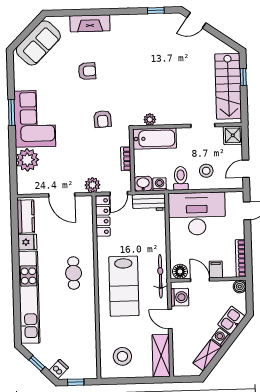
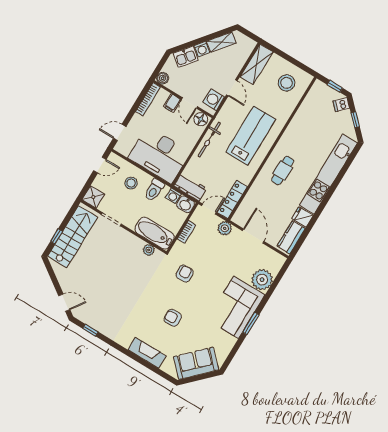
bicycle: (160, 276) -> (209, 140), moved

